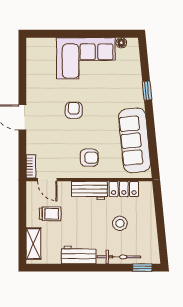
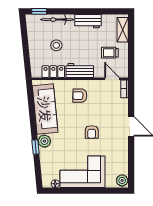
plant: (34, 47) -> (122, 180), added
plant: (135, 98) -> (44, 141), added

